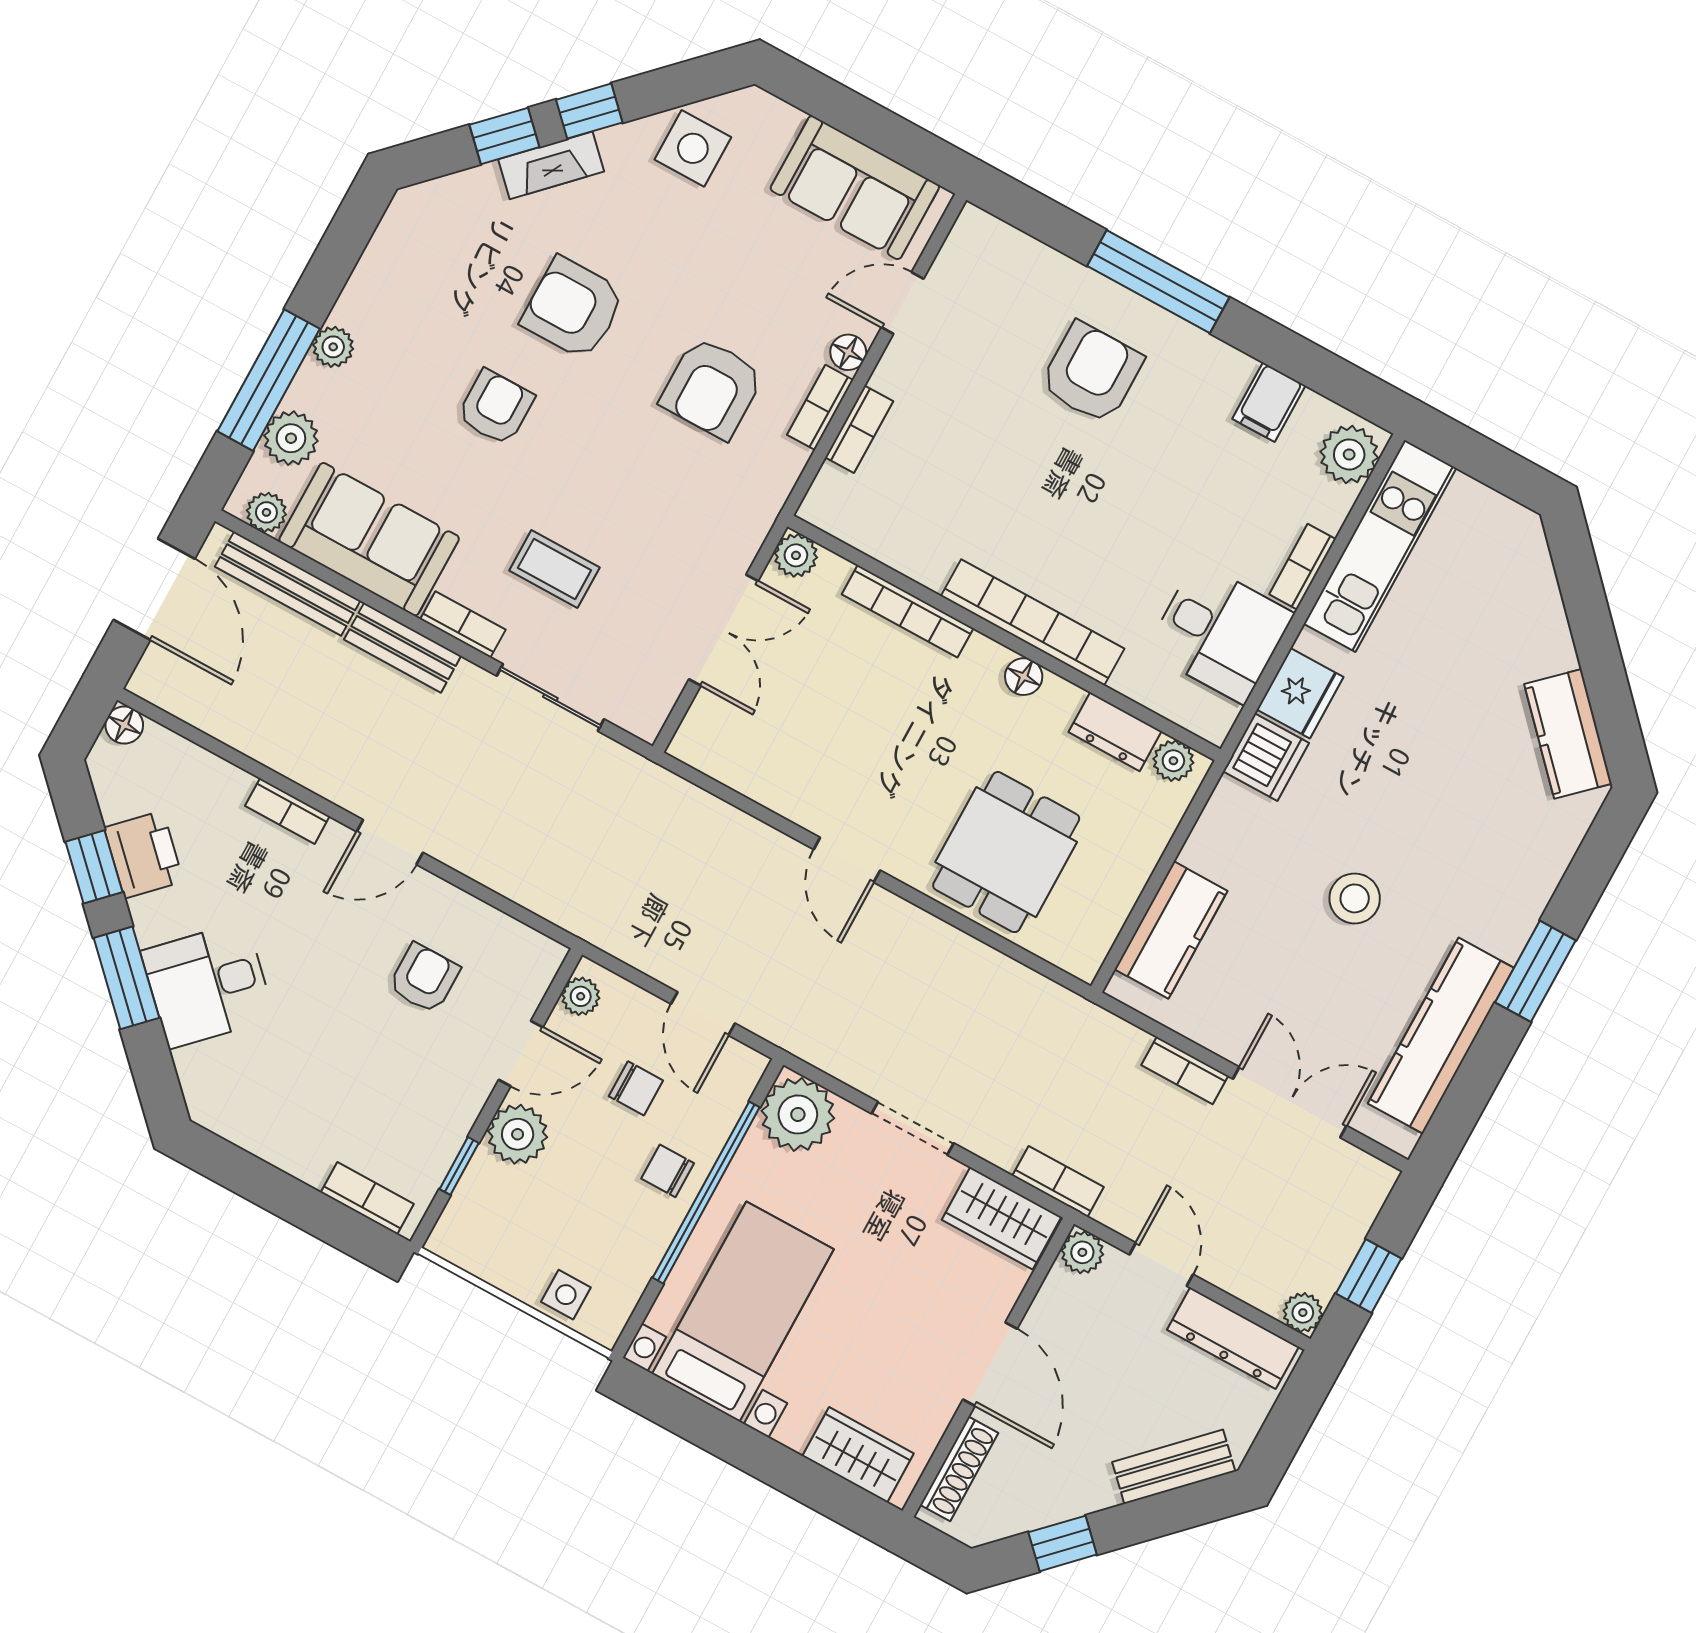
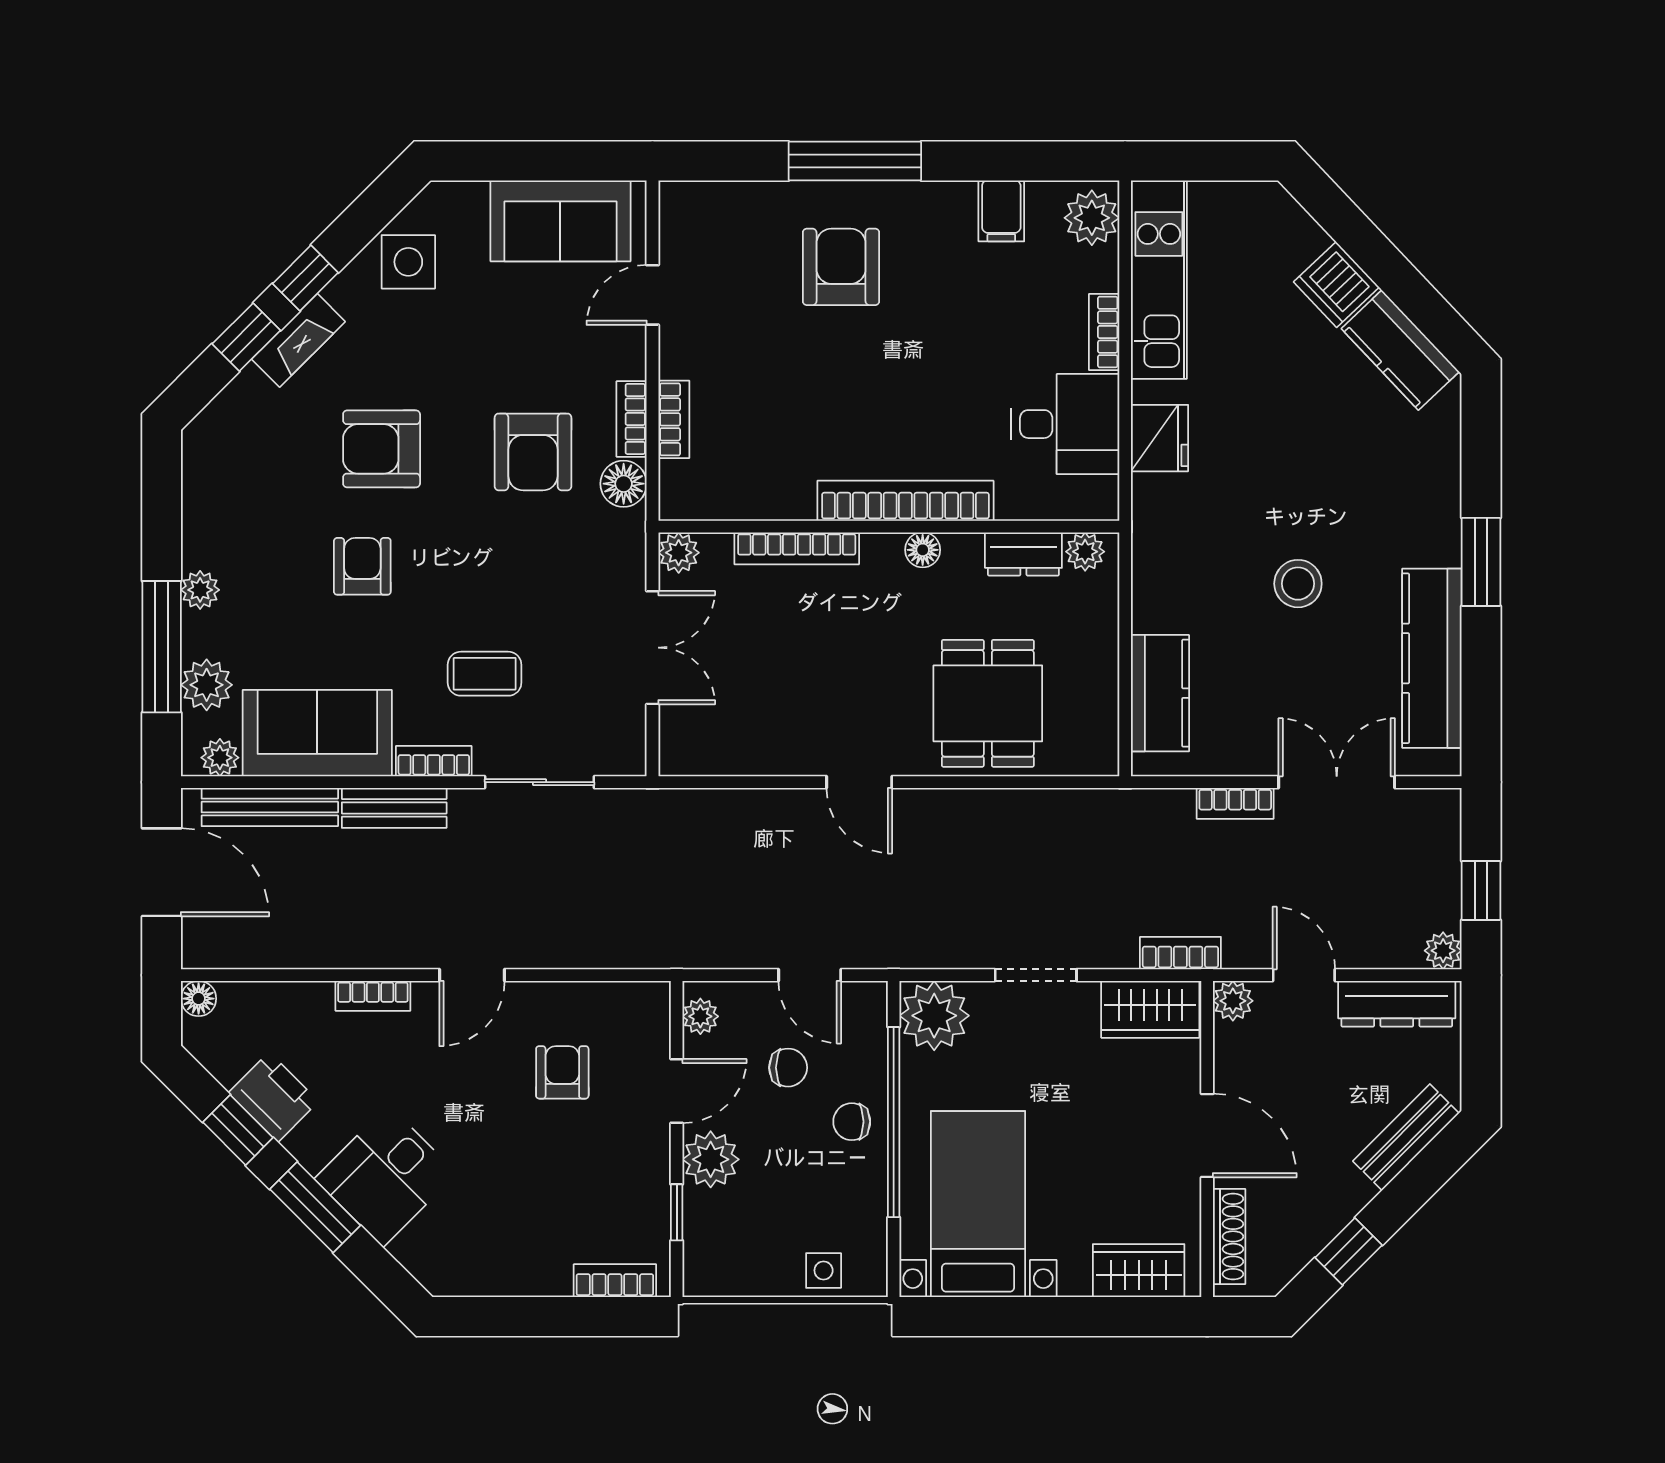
floor lamp: (848, 352) -> (624, 484), moved, width x1.37, depth x1.37
dishwasher: (1266, 757) -> (1336, 285), moved, turned 137

